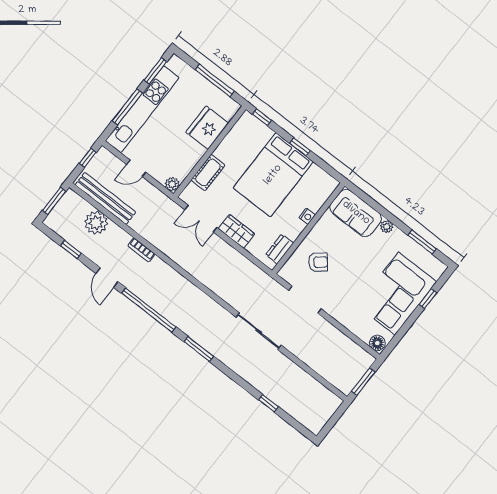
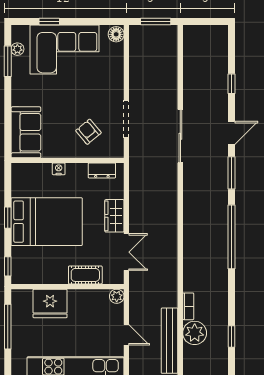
plant: (387, 227) -> (17, 49), moved
bookcase: (141, 250) -> (188, 306), moved
door: (107, 278) -> (232, 133), moved

